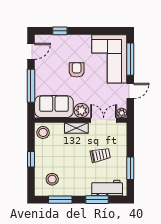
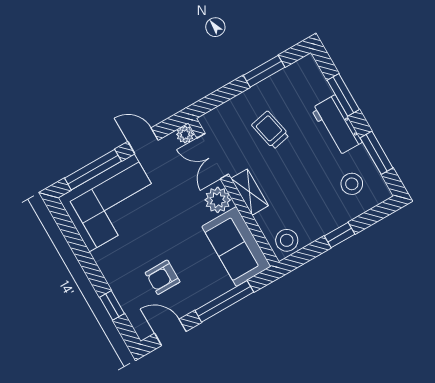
armchair: (77, 70) -> (163, 277), moved
workbench: (107, 188) -> (337, 125), moved

